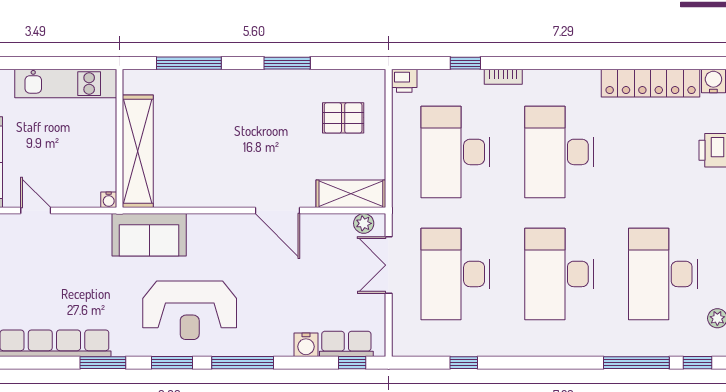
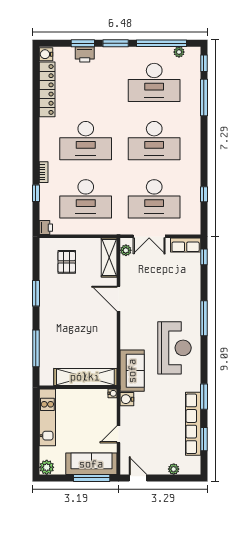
door: (278, 211) -> (119, 299), swing flipped
row of seats: (346, 344) -> (186, 245), moved, turned -90
water cooler: (306, 345) -> (127, 399), moved, turned 180
window: (172, 363) -> (204, 439), moved

